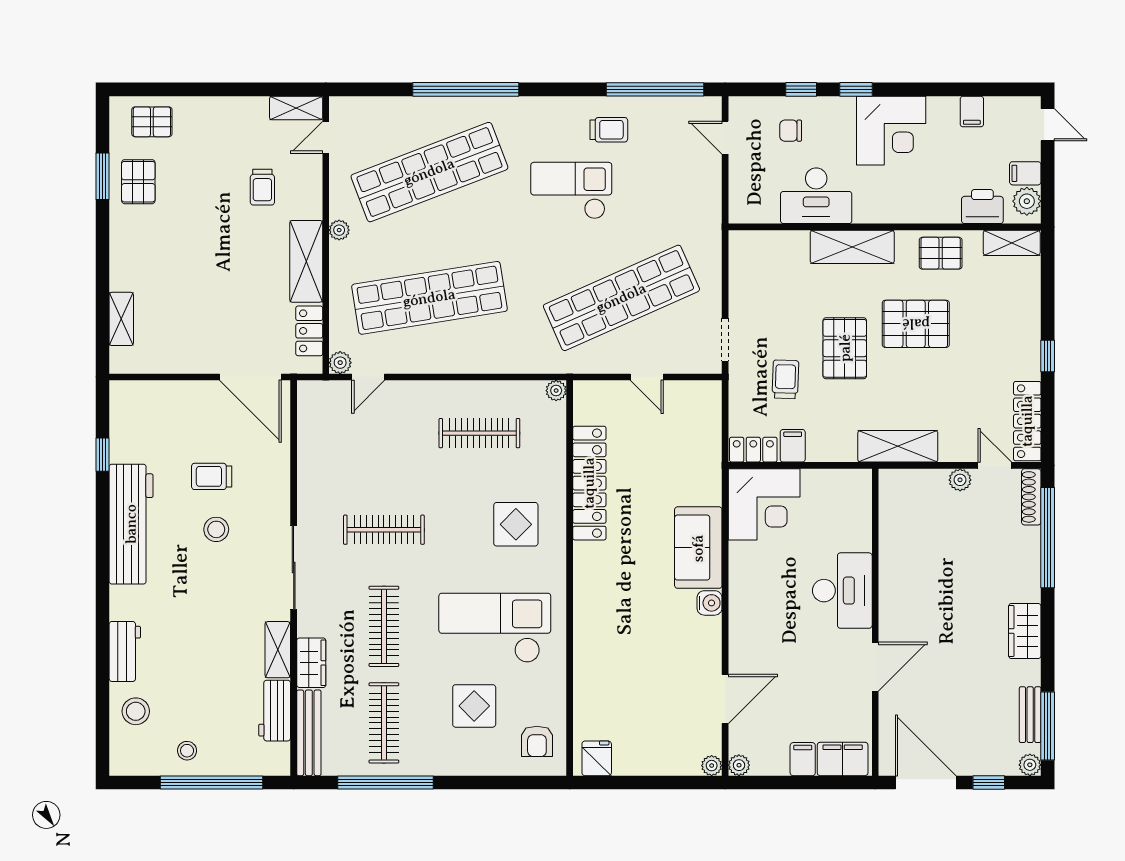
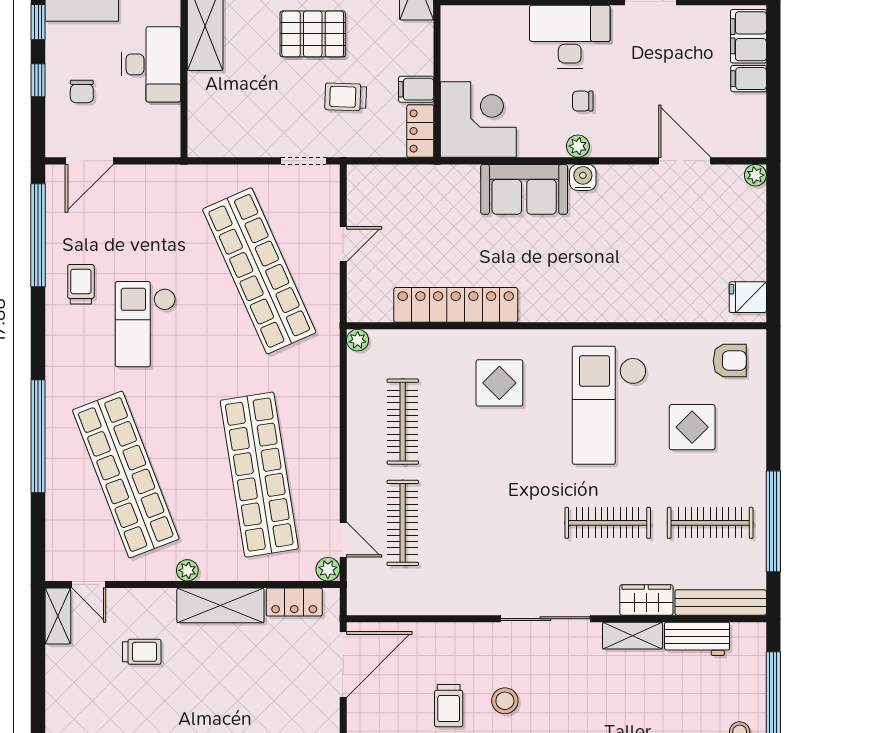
door: (725, 138) -> (89, 161), width x1.38
clothes rail: (384, 530) -> (403, 523), moved
chair: (781, 603) -> (583, 101), added
plant: (739, 765) -> (578, 146), moved

